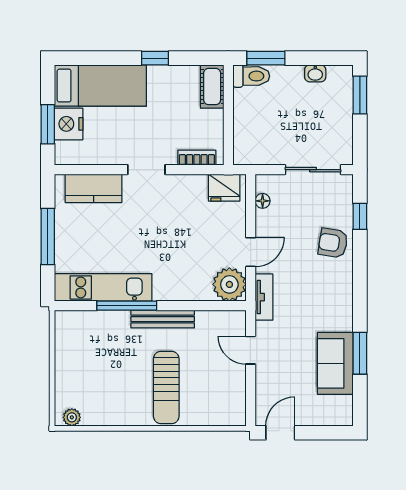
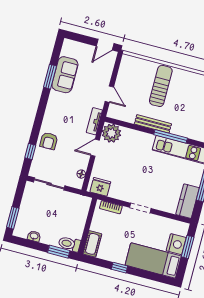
kitchen counter: (94, 188) -> (187, 201), moved, turned -90
armchair: (333, 243) -> (49, 141), turned 81

